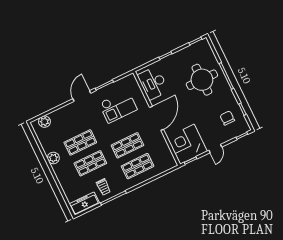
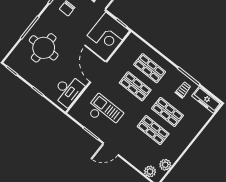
door: (157, 118) -> (98, 72), hinge flipped
plant: (53, 158) -> (165, 165), moved

